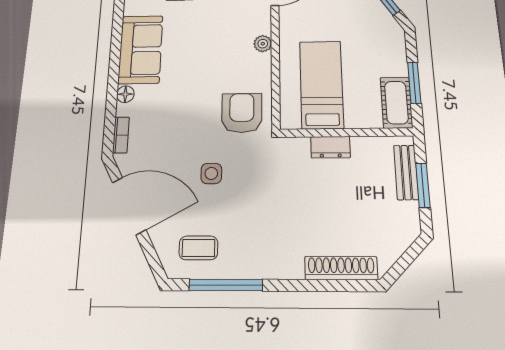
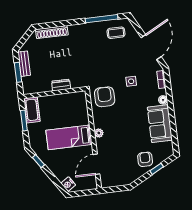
bed: (321, 84) -> (69, 137), moved, turned 90
armchair: (242, 113) -> (105, 97), turned 180
bench: (406, 172) -> (24, 64), moved
side table: (211, 173) -> (131, 81), moved
door: (129, 206) -> (151, 47), swing flipped

